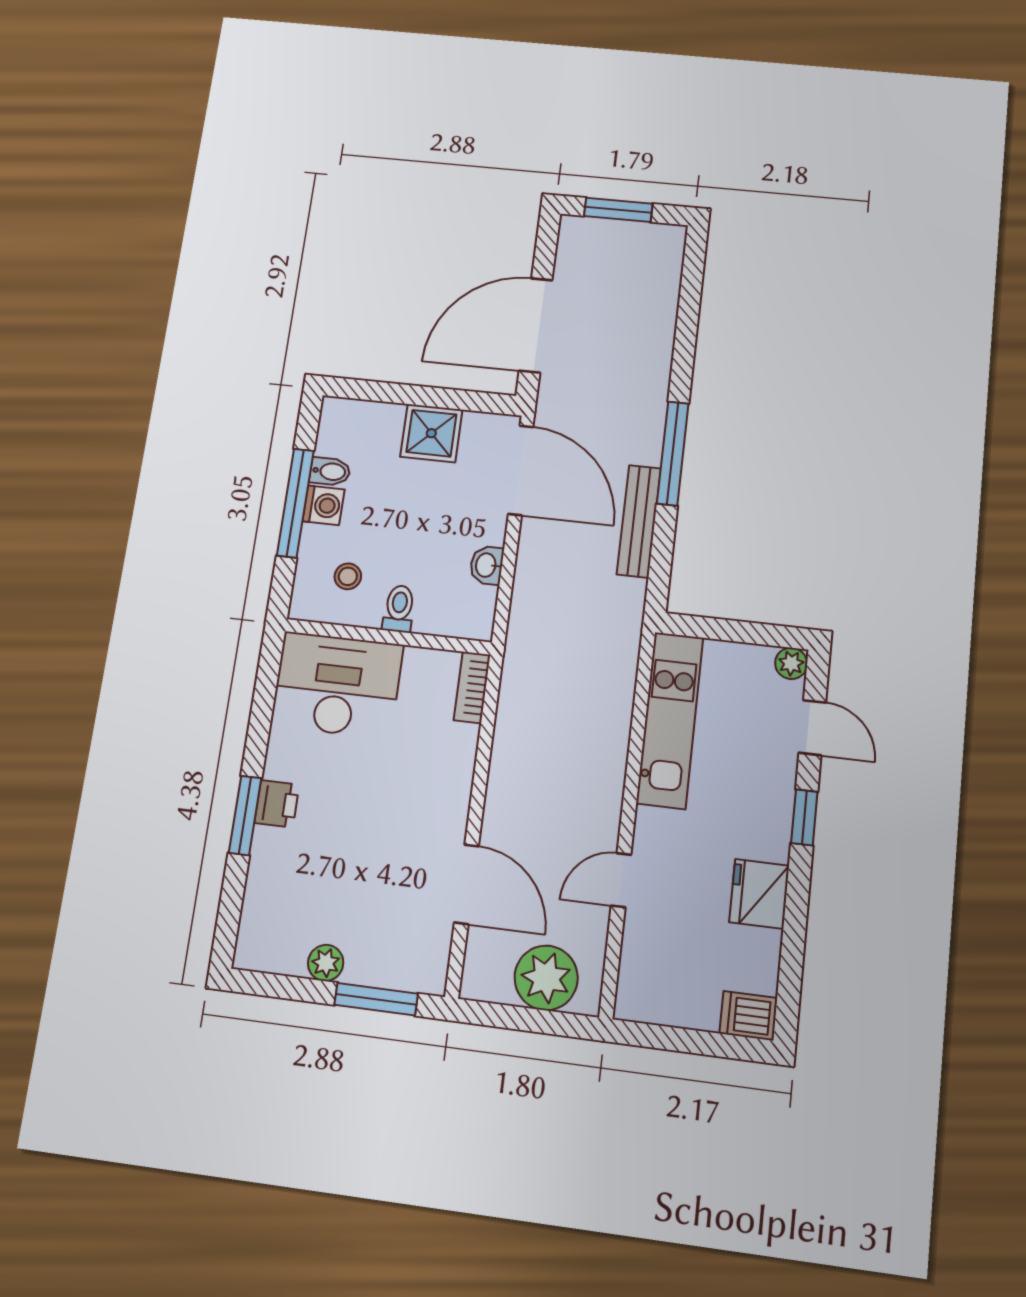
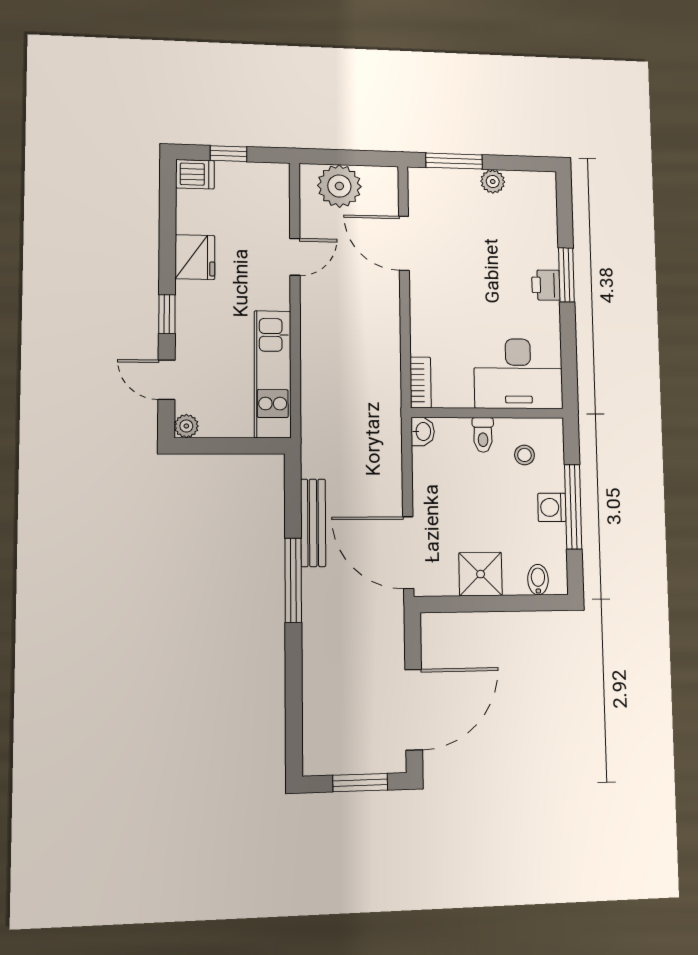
door: (536, 325) -> (414, 710), moved
bidet: (330, 471) -> (538, 580), moved, turned 90
washbasin: (487, 565) -> (423, 432), moved
window: (698, 1042) -> (229, 154), added

